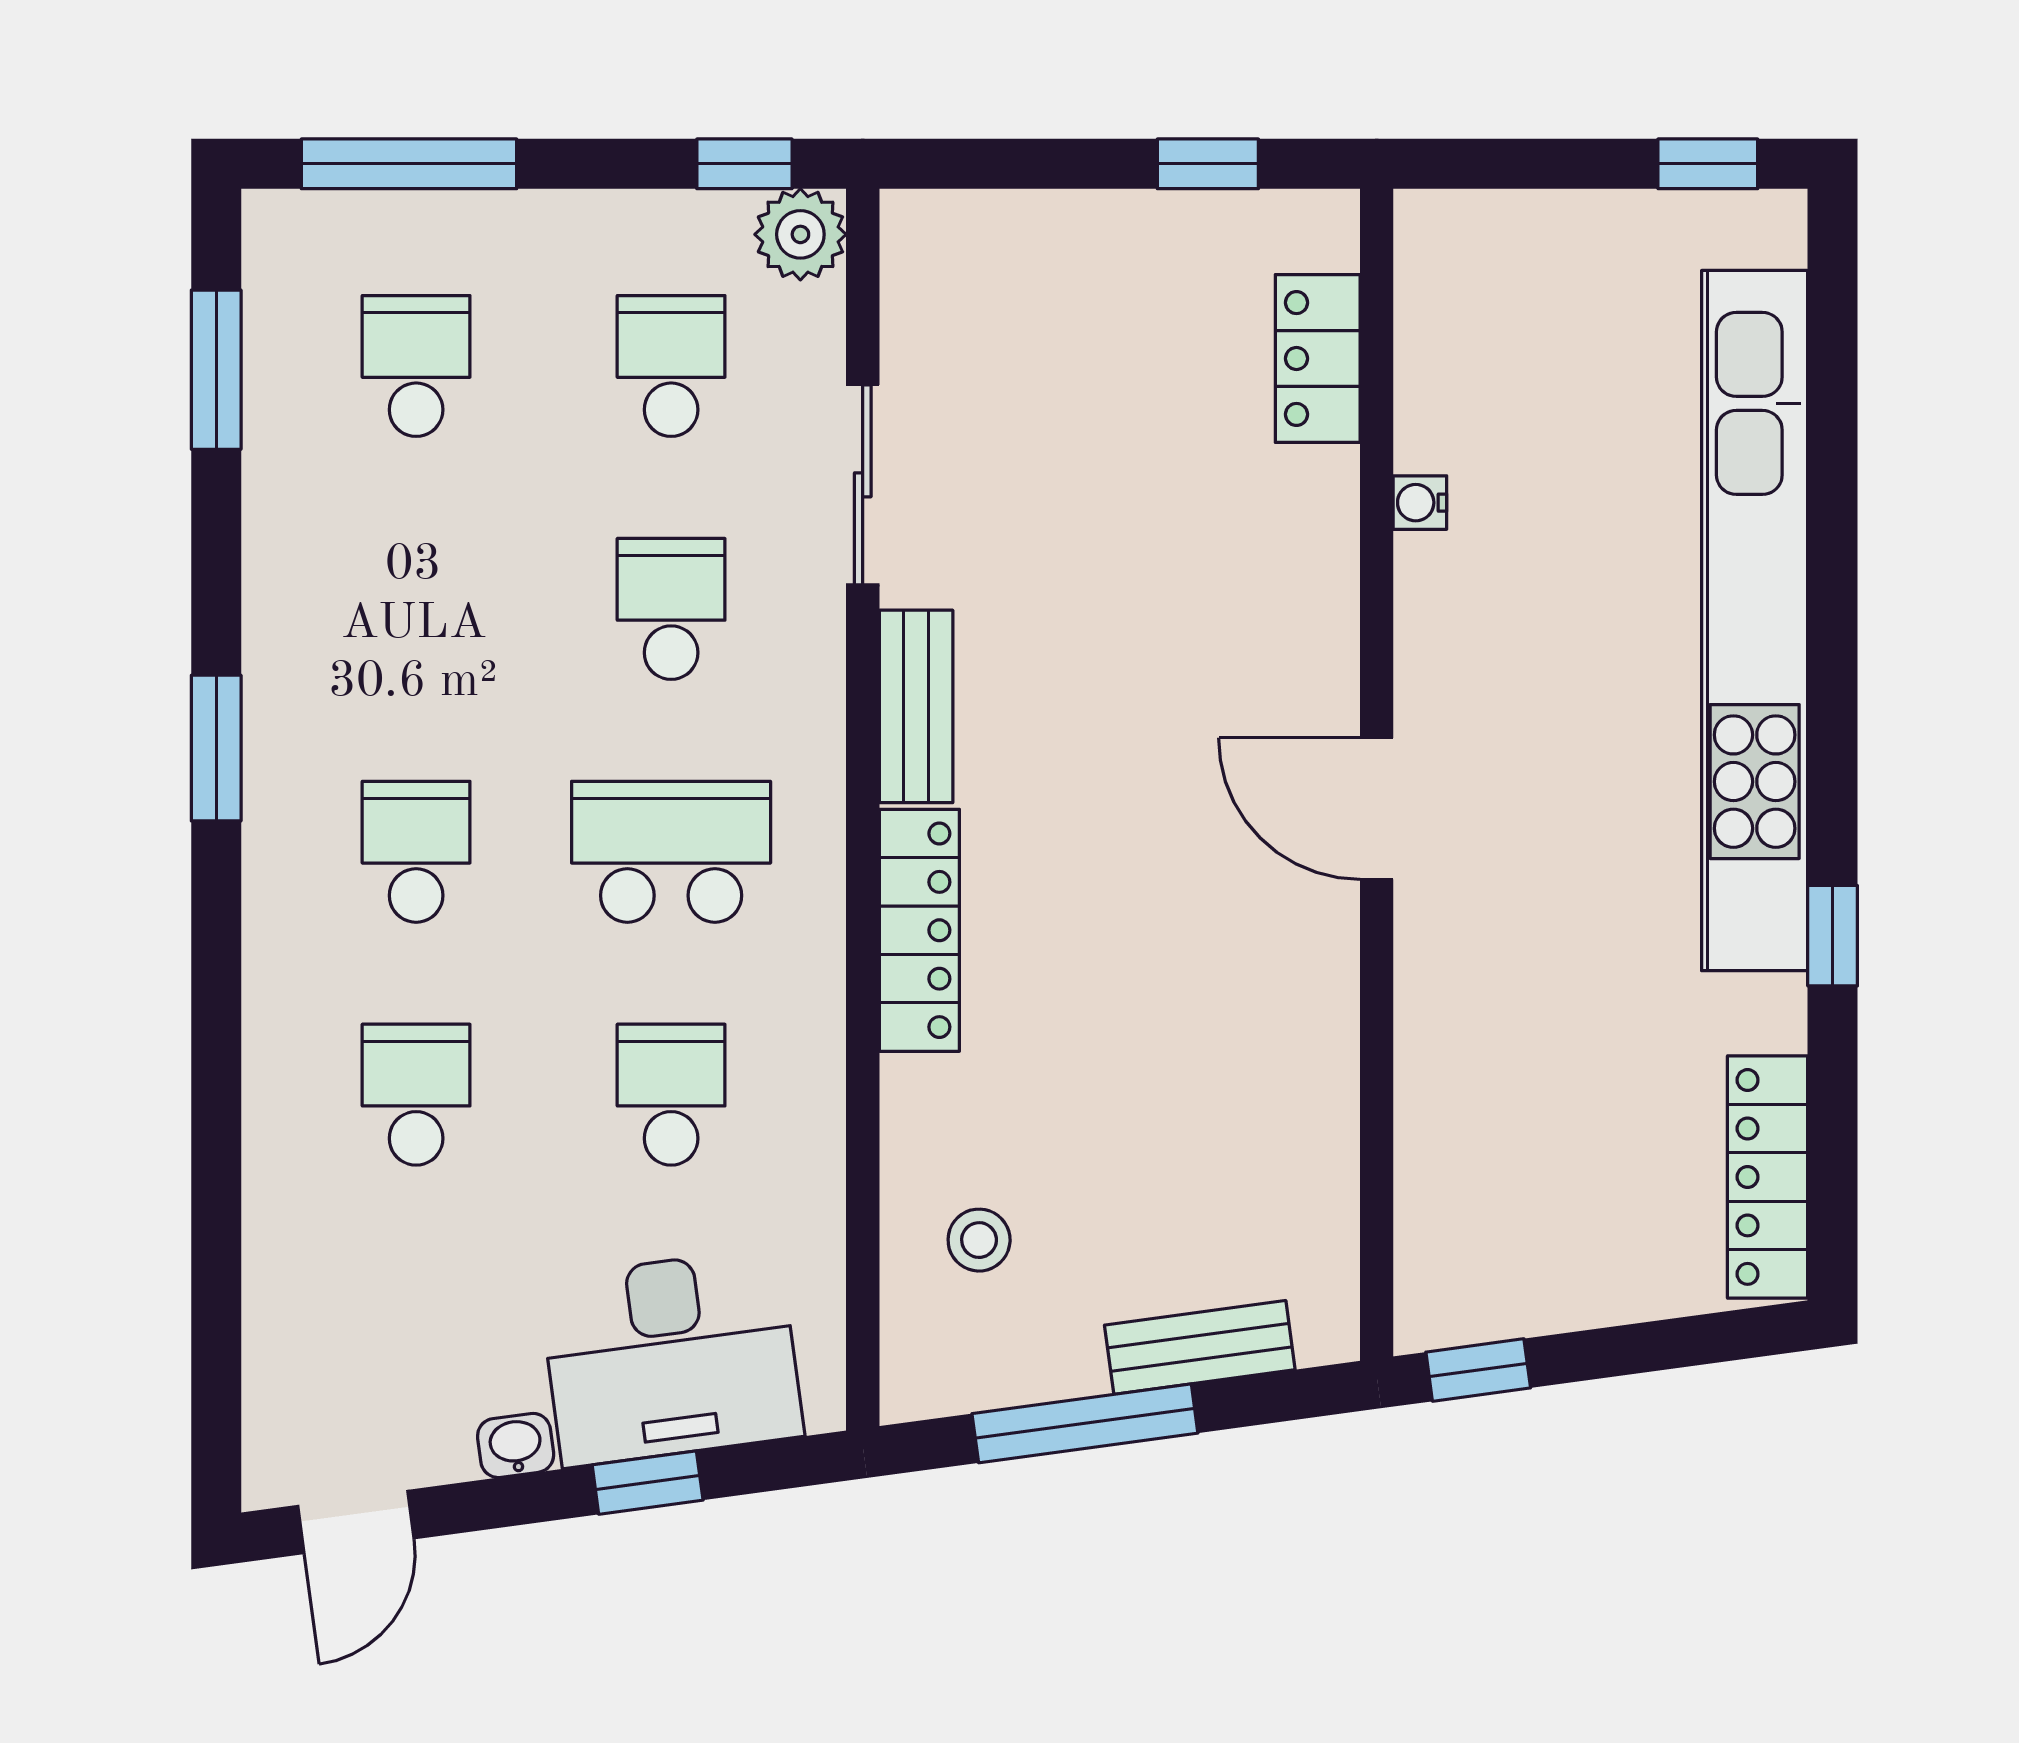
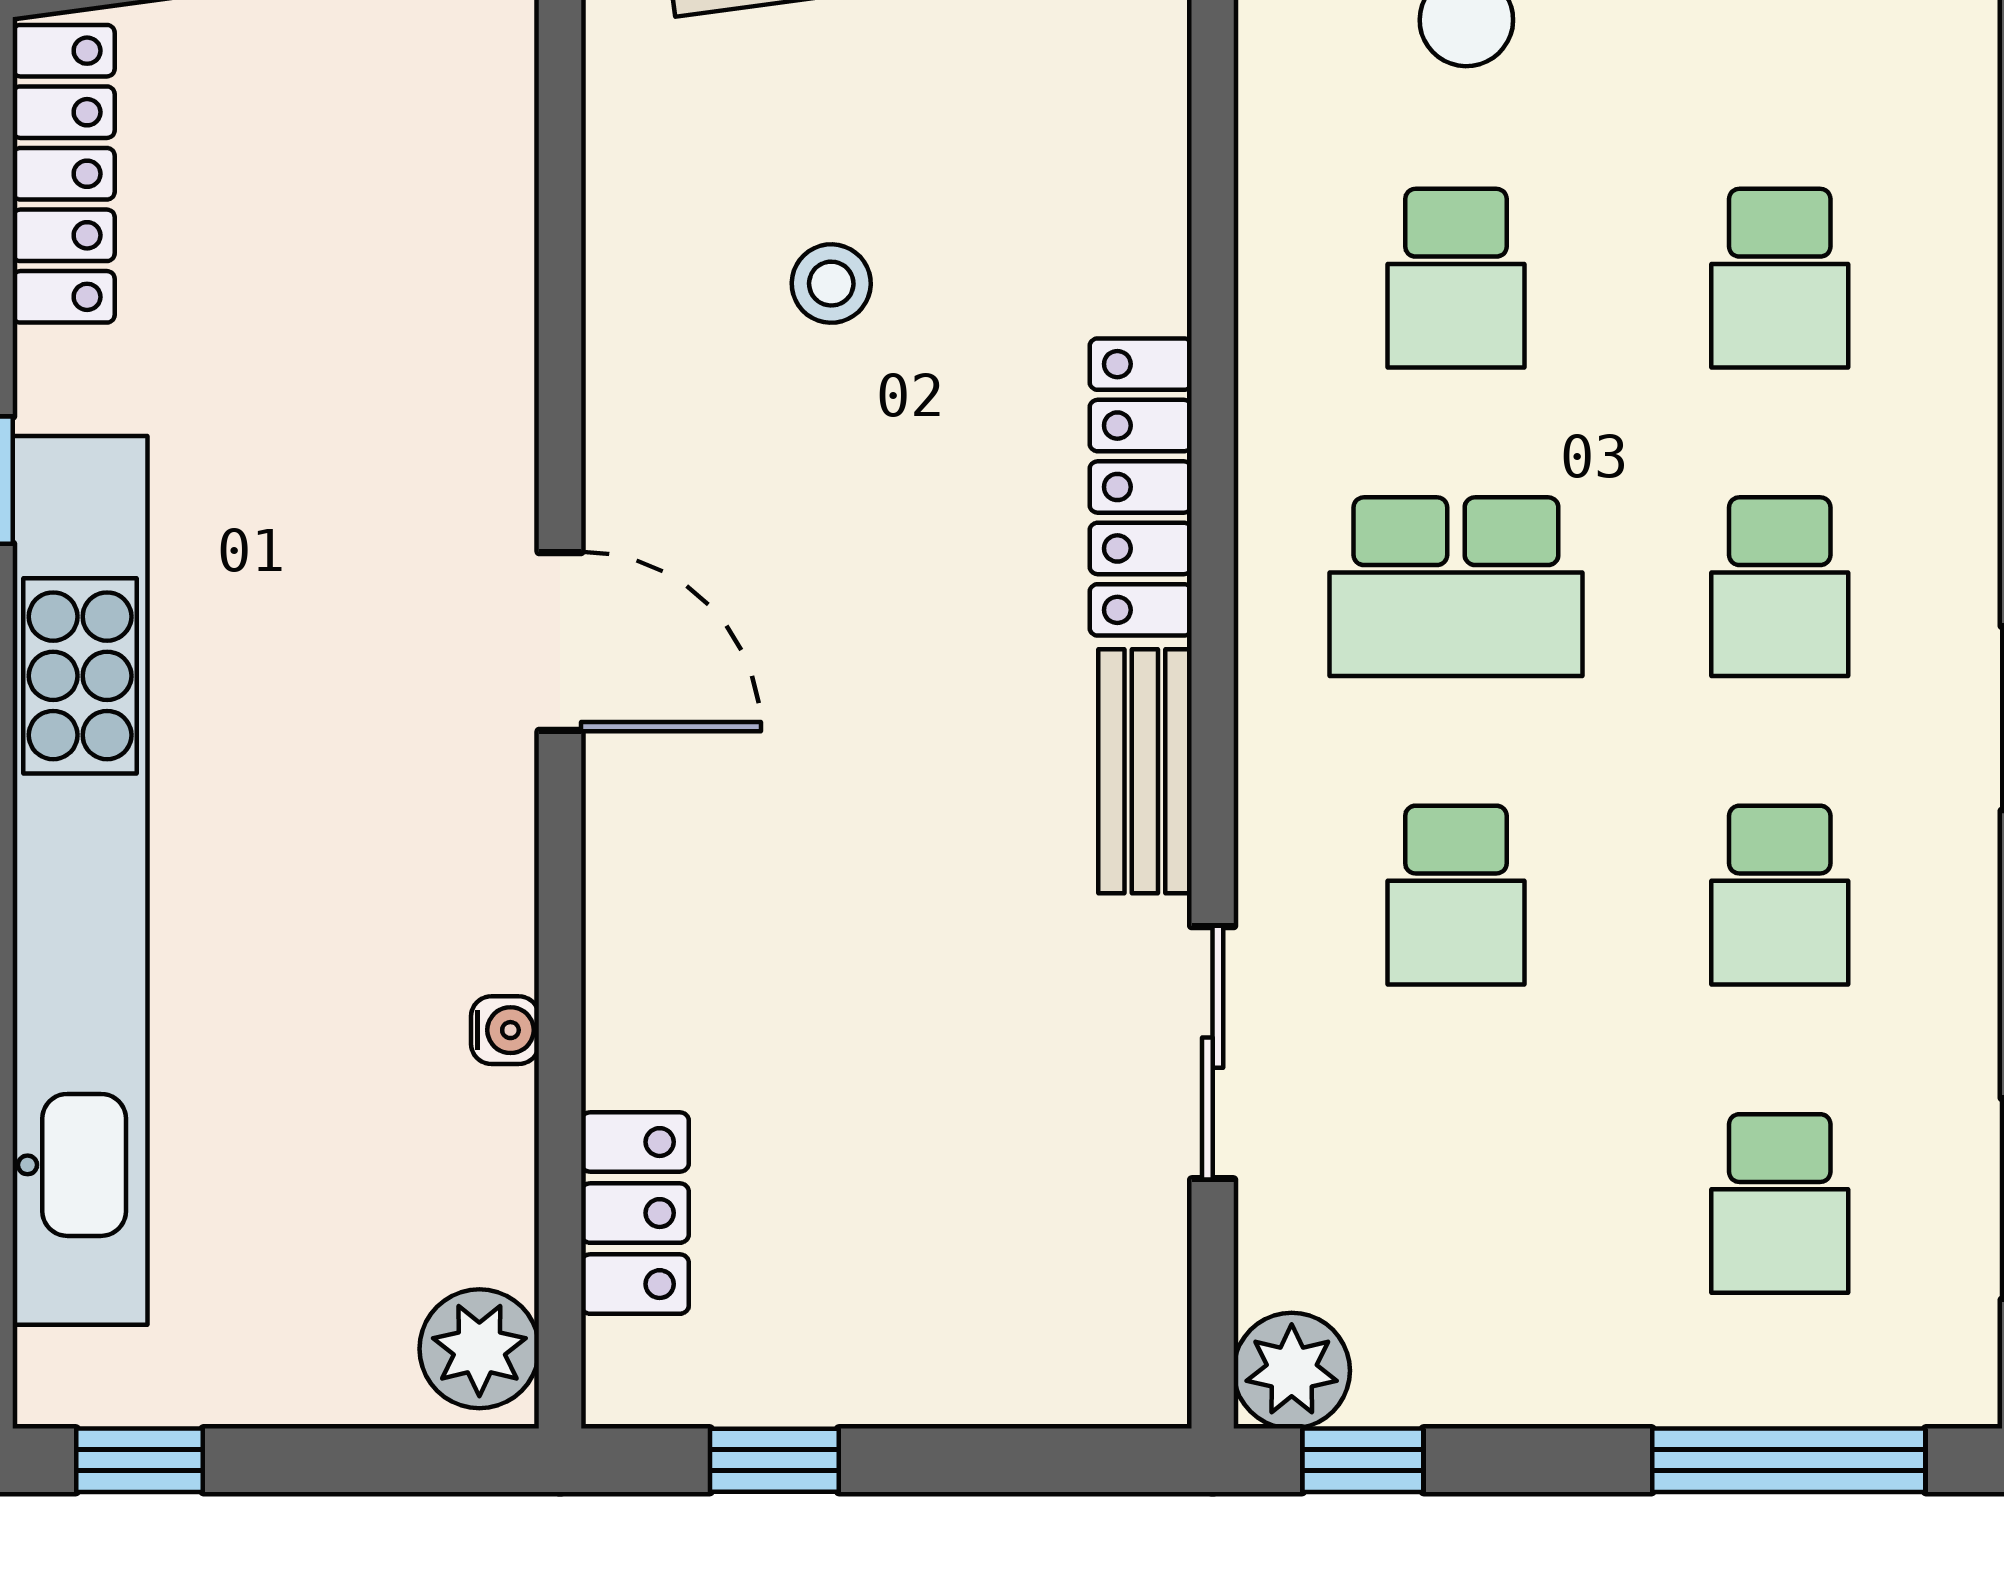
plant: (1440, 252) -> (479, 1349), added
school desk: (671, 366) -> (1780, 895), moved
stool: (979, 1240) -> (831, 284), moved

